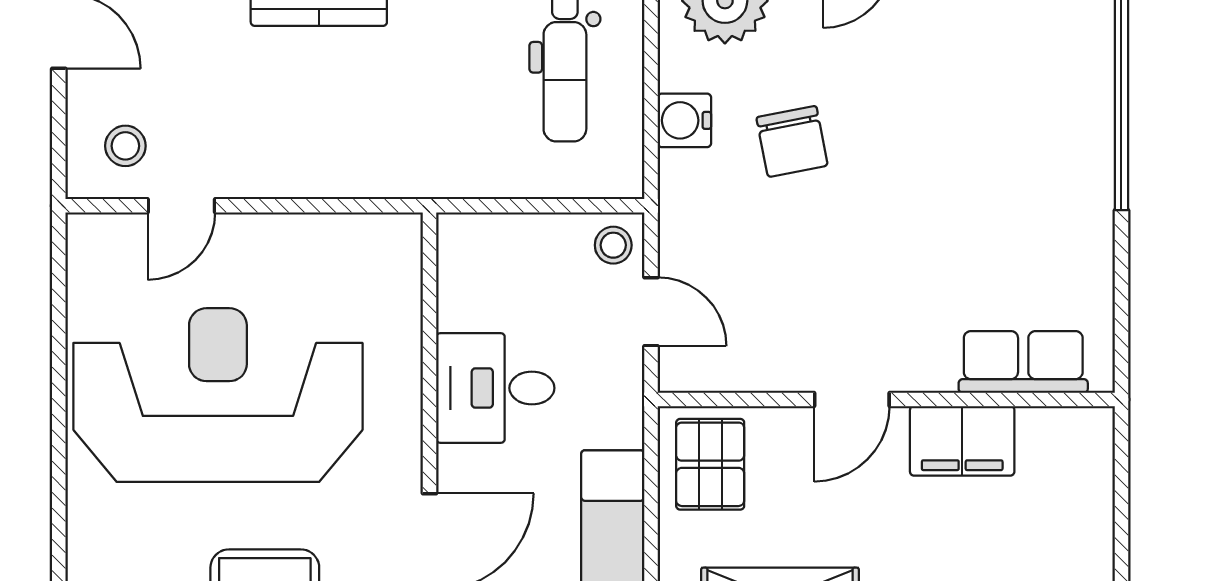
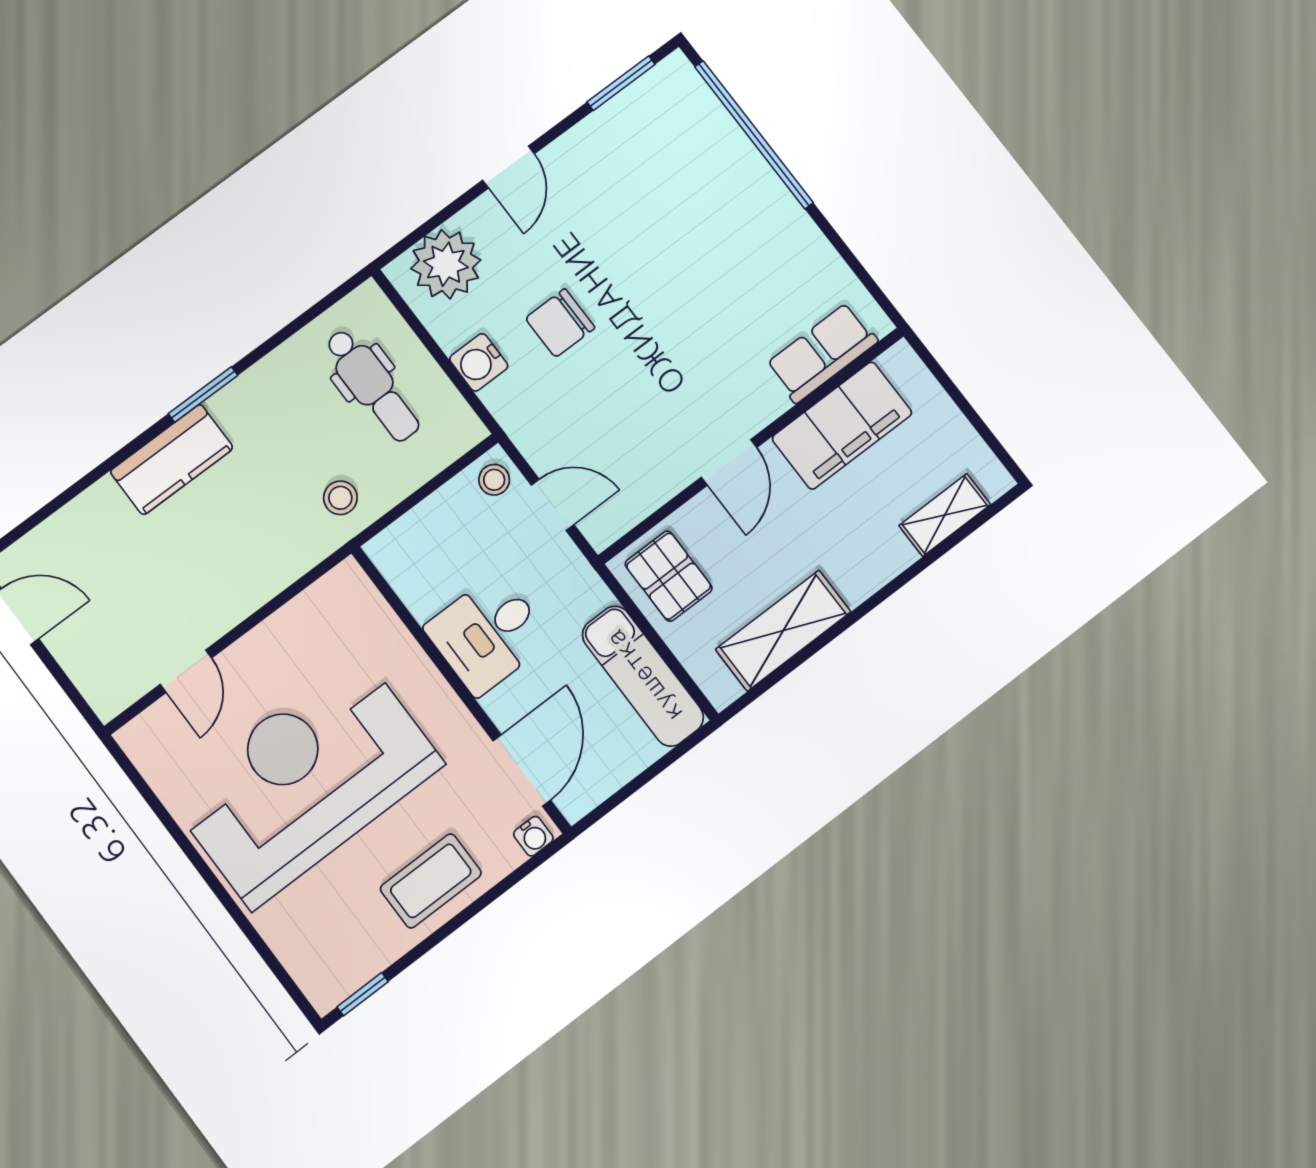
chair: (792, 141) -> (560, 323), turned 101
stool: (125, 146) -> (340, 498), moved
filing cabinet: (962, 441) -> (842, 426), width x1.50, depth x1.17

